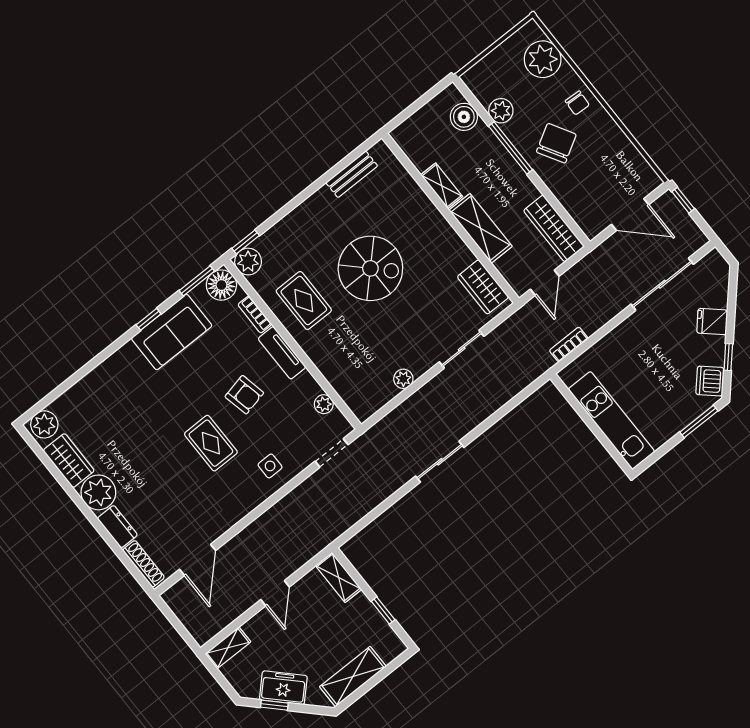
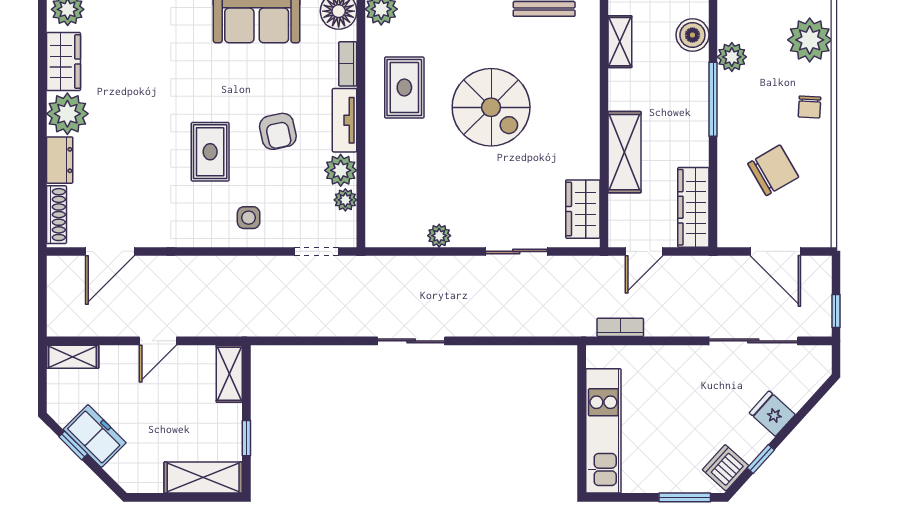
chair: (556, 143) -> (773, 170), moved
shelving: (442, 186) -> (620, 42), moved
window: (683, 200) -> (836, 311), moved
plant: (305, 387) -> (341, 170), added
shelving: (353, 677) -> (203, 478), moved

